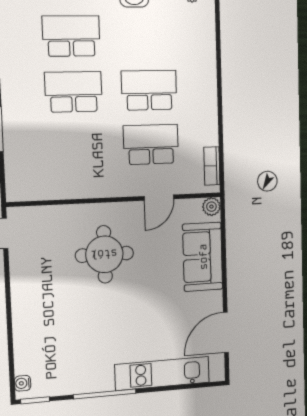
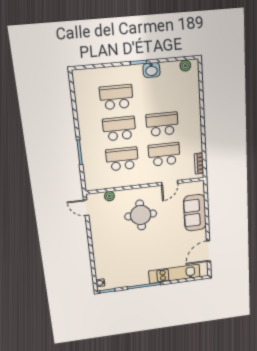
school desk: (76, 147) -> (122, 159), added
plant: (211, 207) -> (109, 196), moved

